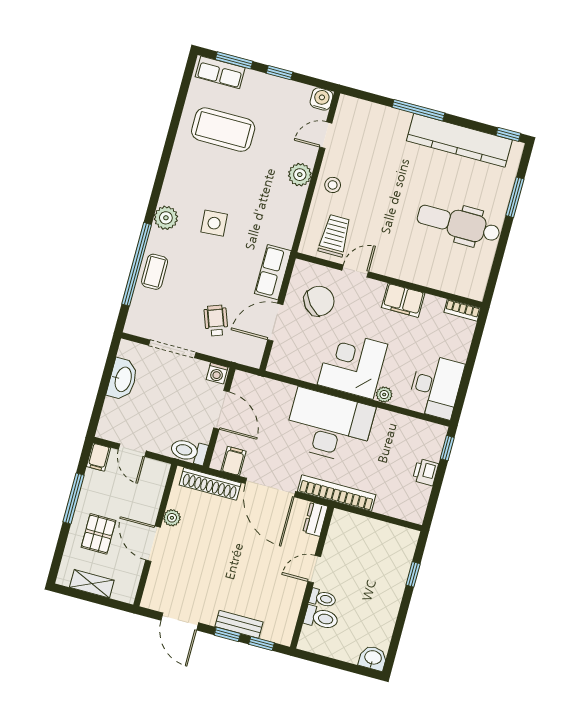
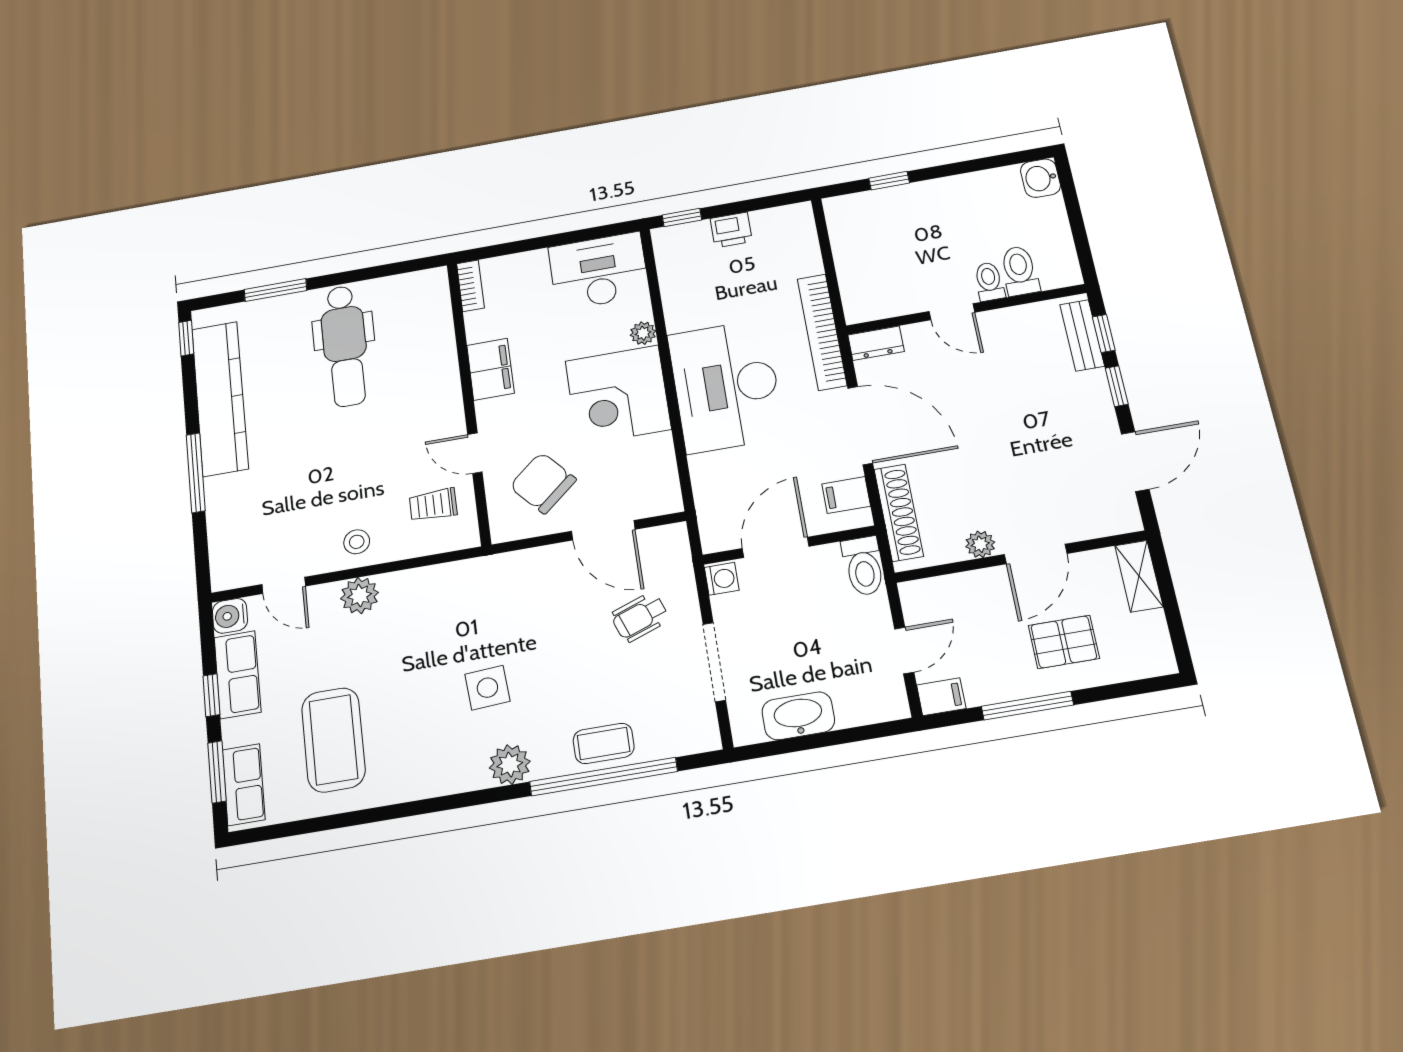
trolley: (335, 236) -> (433, 505), width x0.73, depth x0.72
row of seats: (273, 272) -> (238, 675), moved, turned -90
door: (270, 487) -> (860, 425), hinge flipped
shelving: (92, 584) -> (1139, 576), moved
bench: (239, 624) -> (1082, 335), moved

